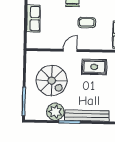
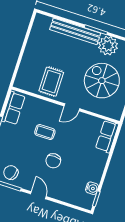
row of seats: (33, 19) -> (107, 136), moved
rug: (94, 67) -> (51, 82), turned 90

